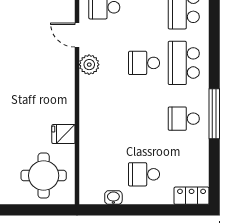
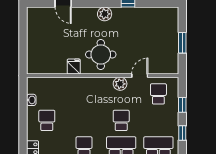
round table: (44, 176) -> (101, 55), moved

